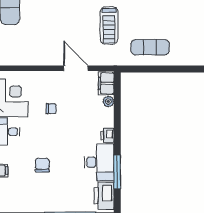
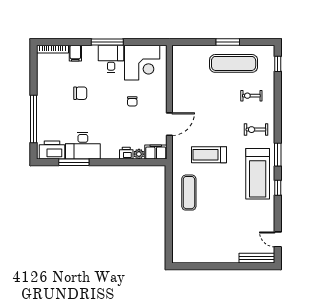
printer: (107, 135) -> (126, 153), moved

